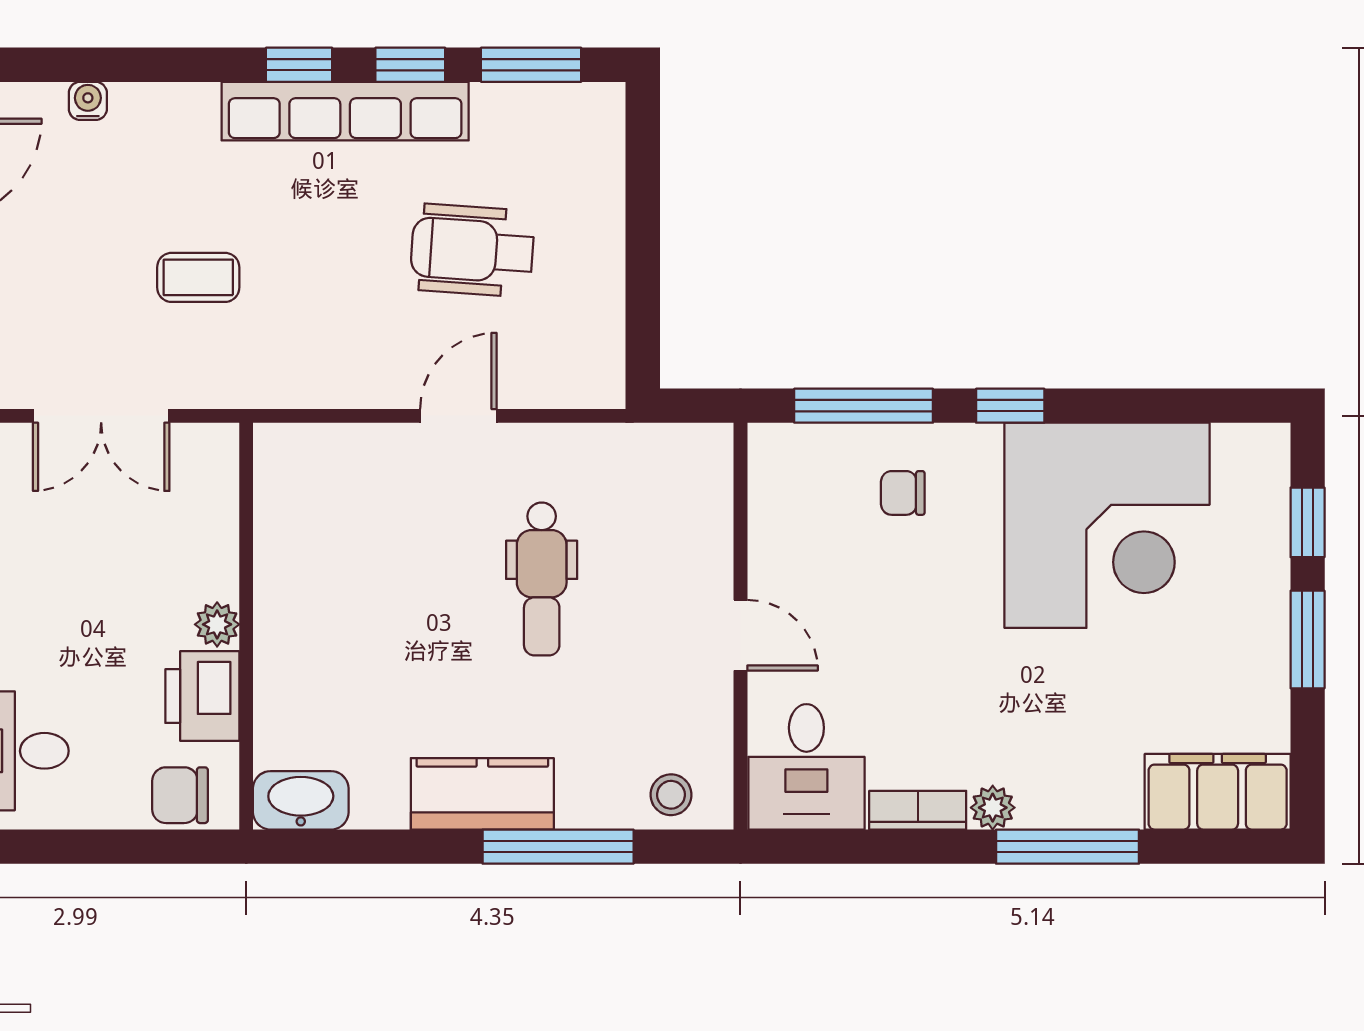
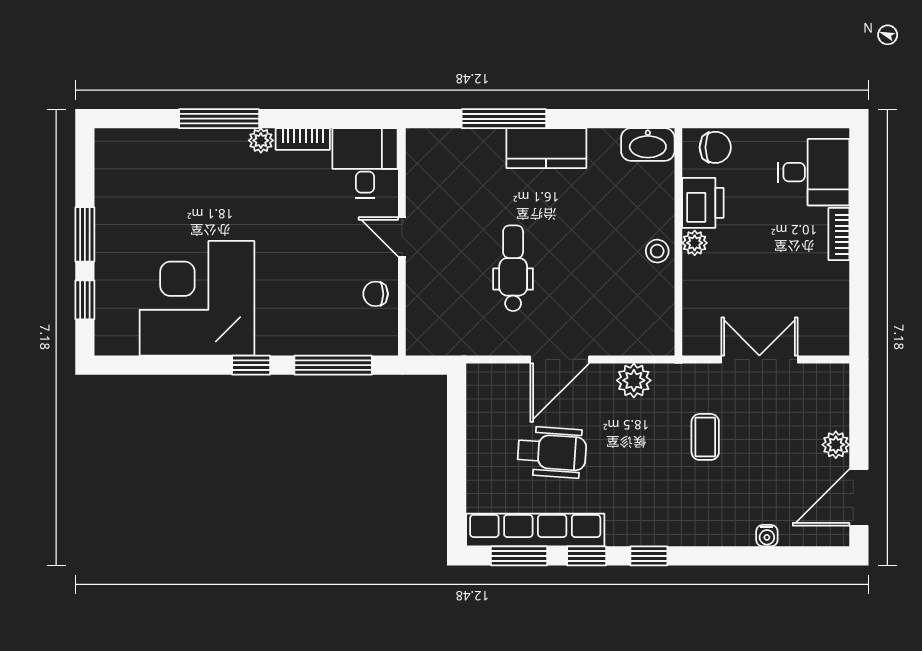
row of seats: (345, 111) -> (535, 530), moved
coffee table: (198, 277) -> (705, 437), turned 90
plant: (326, 378) -> (634, 380), added
door: (458, 416) -> (560, 359), width x1.38
chair: (903, 493) -> (376, 294), moved, turned 180
filing cabinet: (1218, 792) -> (135, 149), removed
stool: (671, 795) -> (657, 251), moved

